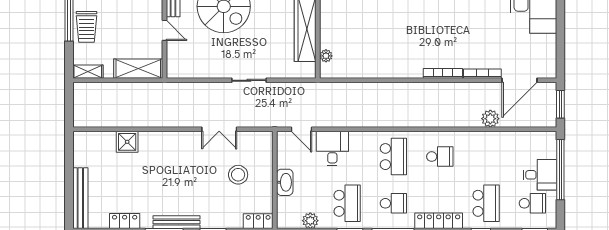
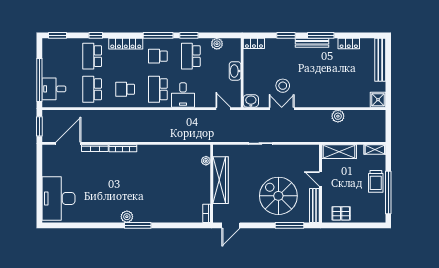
trolley: (86, 27) -> (376, 181), turned 180
plant: (490, 119) -> (338, 116), moved
washbasin: (262, 140) -> (251, 101), added
shower: (127, 142) -> (378, 100), moved
desk: (332, 148) -> (183, 95), moved
stool: (238, 175) -> (283, 86), moved
desk: (540, 175) -> (54, 89), moved
school desk: (532, 203) -> (92, 89), moved, width x1.85

